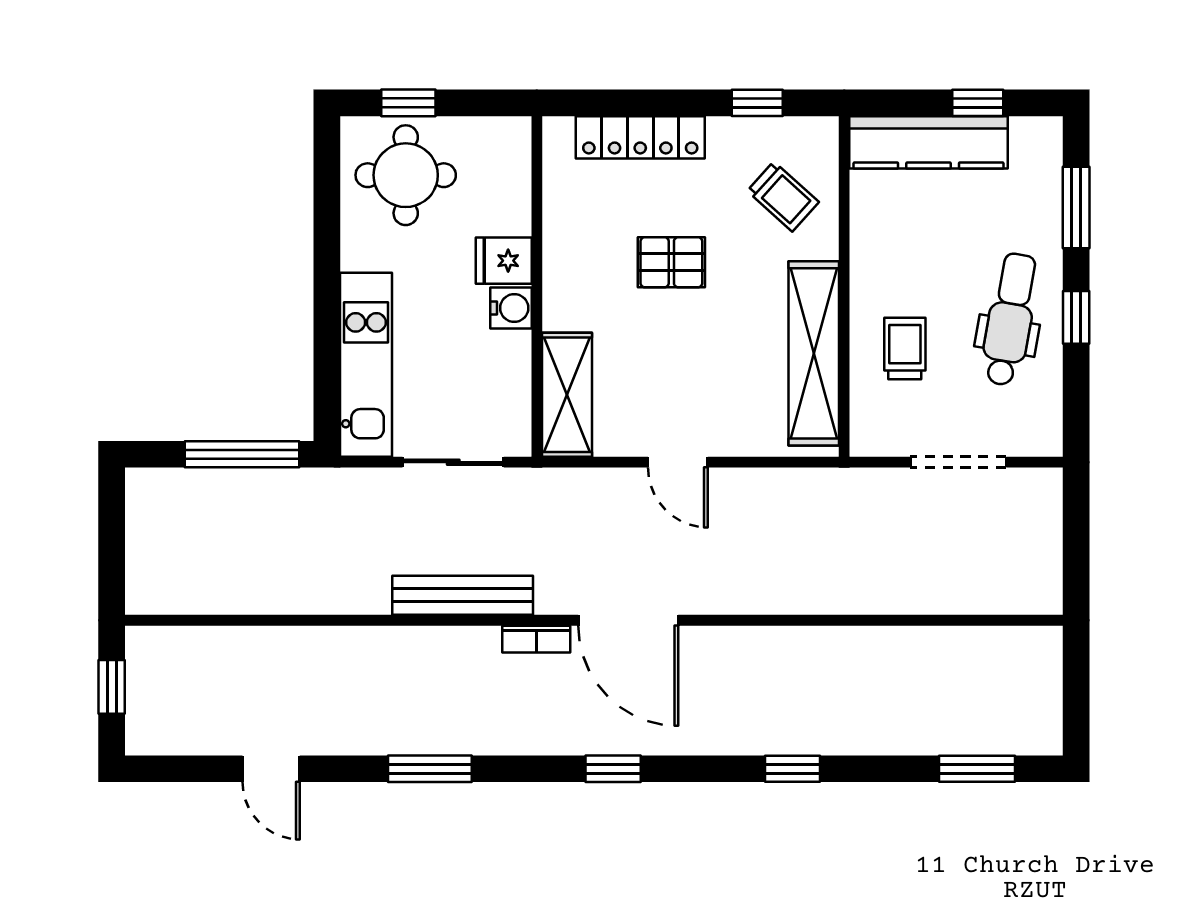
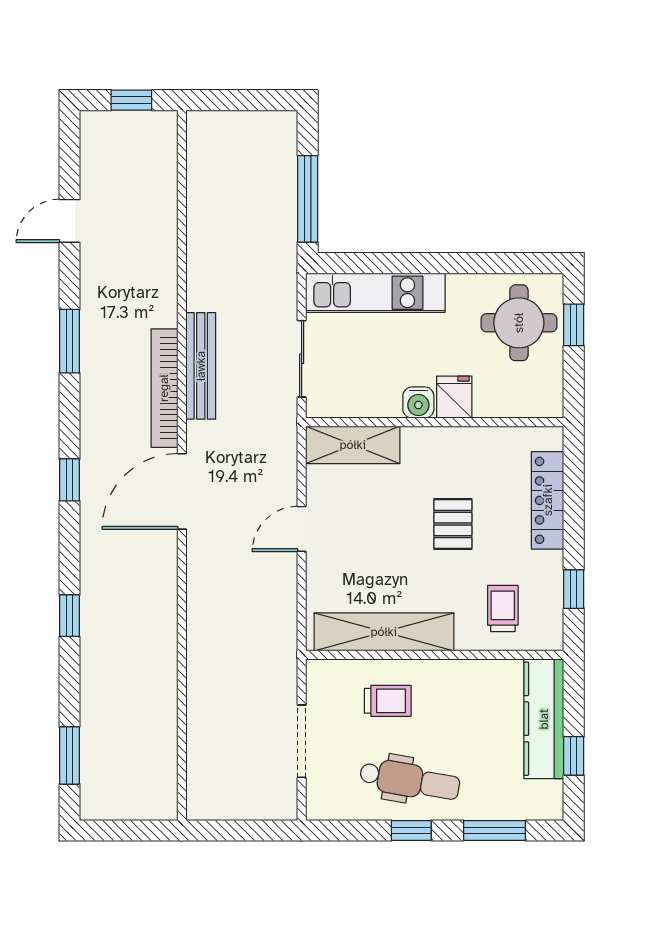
trolley: (783, 196) -> (503, 609), turned 138
bookcase: (536, 639) -> (164, 388), width x2.31, depth x1.31

